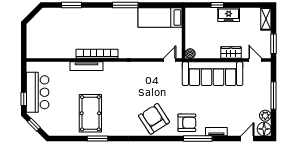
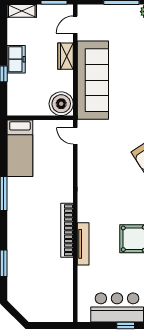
boiler: (190, 54) -> (61, 104), width x1.86, depth x1.86

